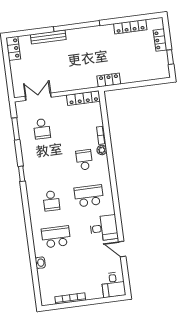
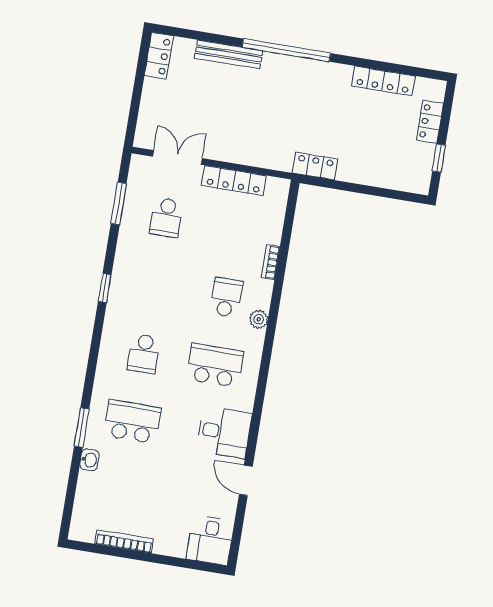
locker: (83, 98) -> (234, 181), moved
plant: (102, 150) -> (259, 319), moved
window: (31, 248) -> (82, 428), added

